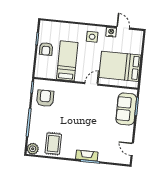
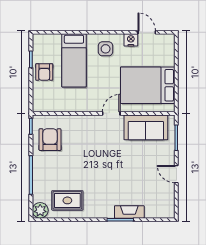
bed: (67, 61) -> (74, 60), moved, turned 180
sofa: (126, 109) -> (146, 127), moved, turned -90
rug: (53, 144) -> (67, 200), turned 90
door: (132, 149) -> (176, 174), moved
fireplace: (87, 156) -> (129, 212), moved

